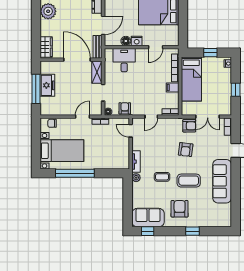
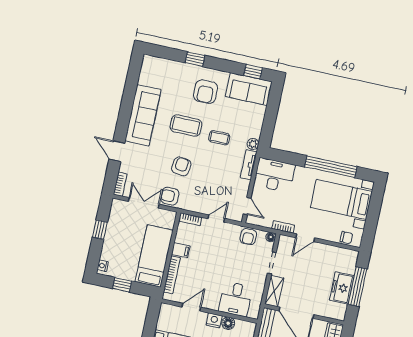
desk: (115, 158) -> (274, 175), added

